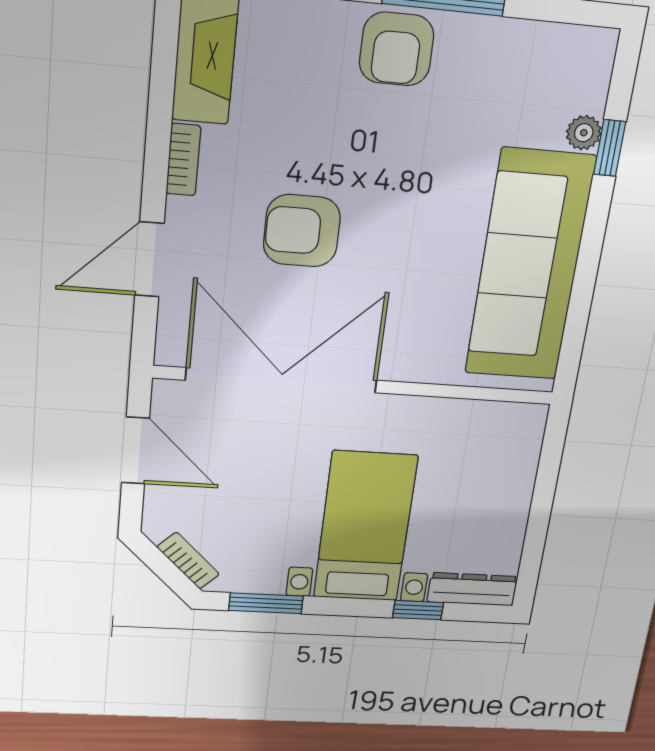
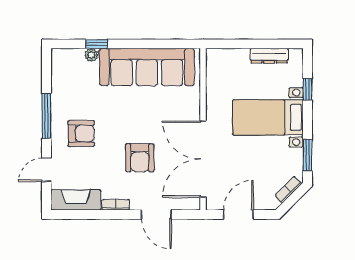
armchair: (397, 49) -> (81, 134), moved
dresser: (472, 589) -> (269, 56), moved, turned -90

